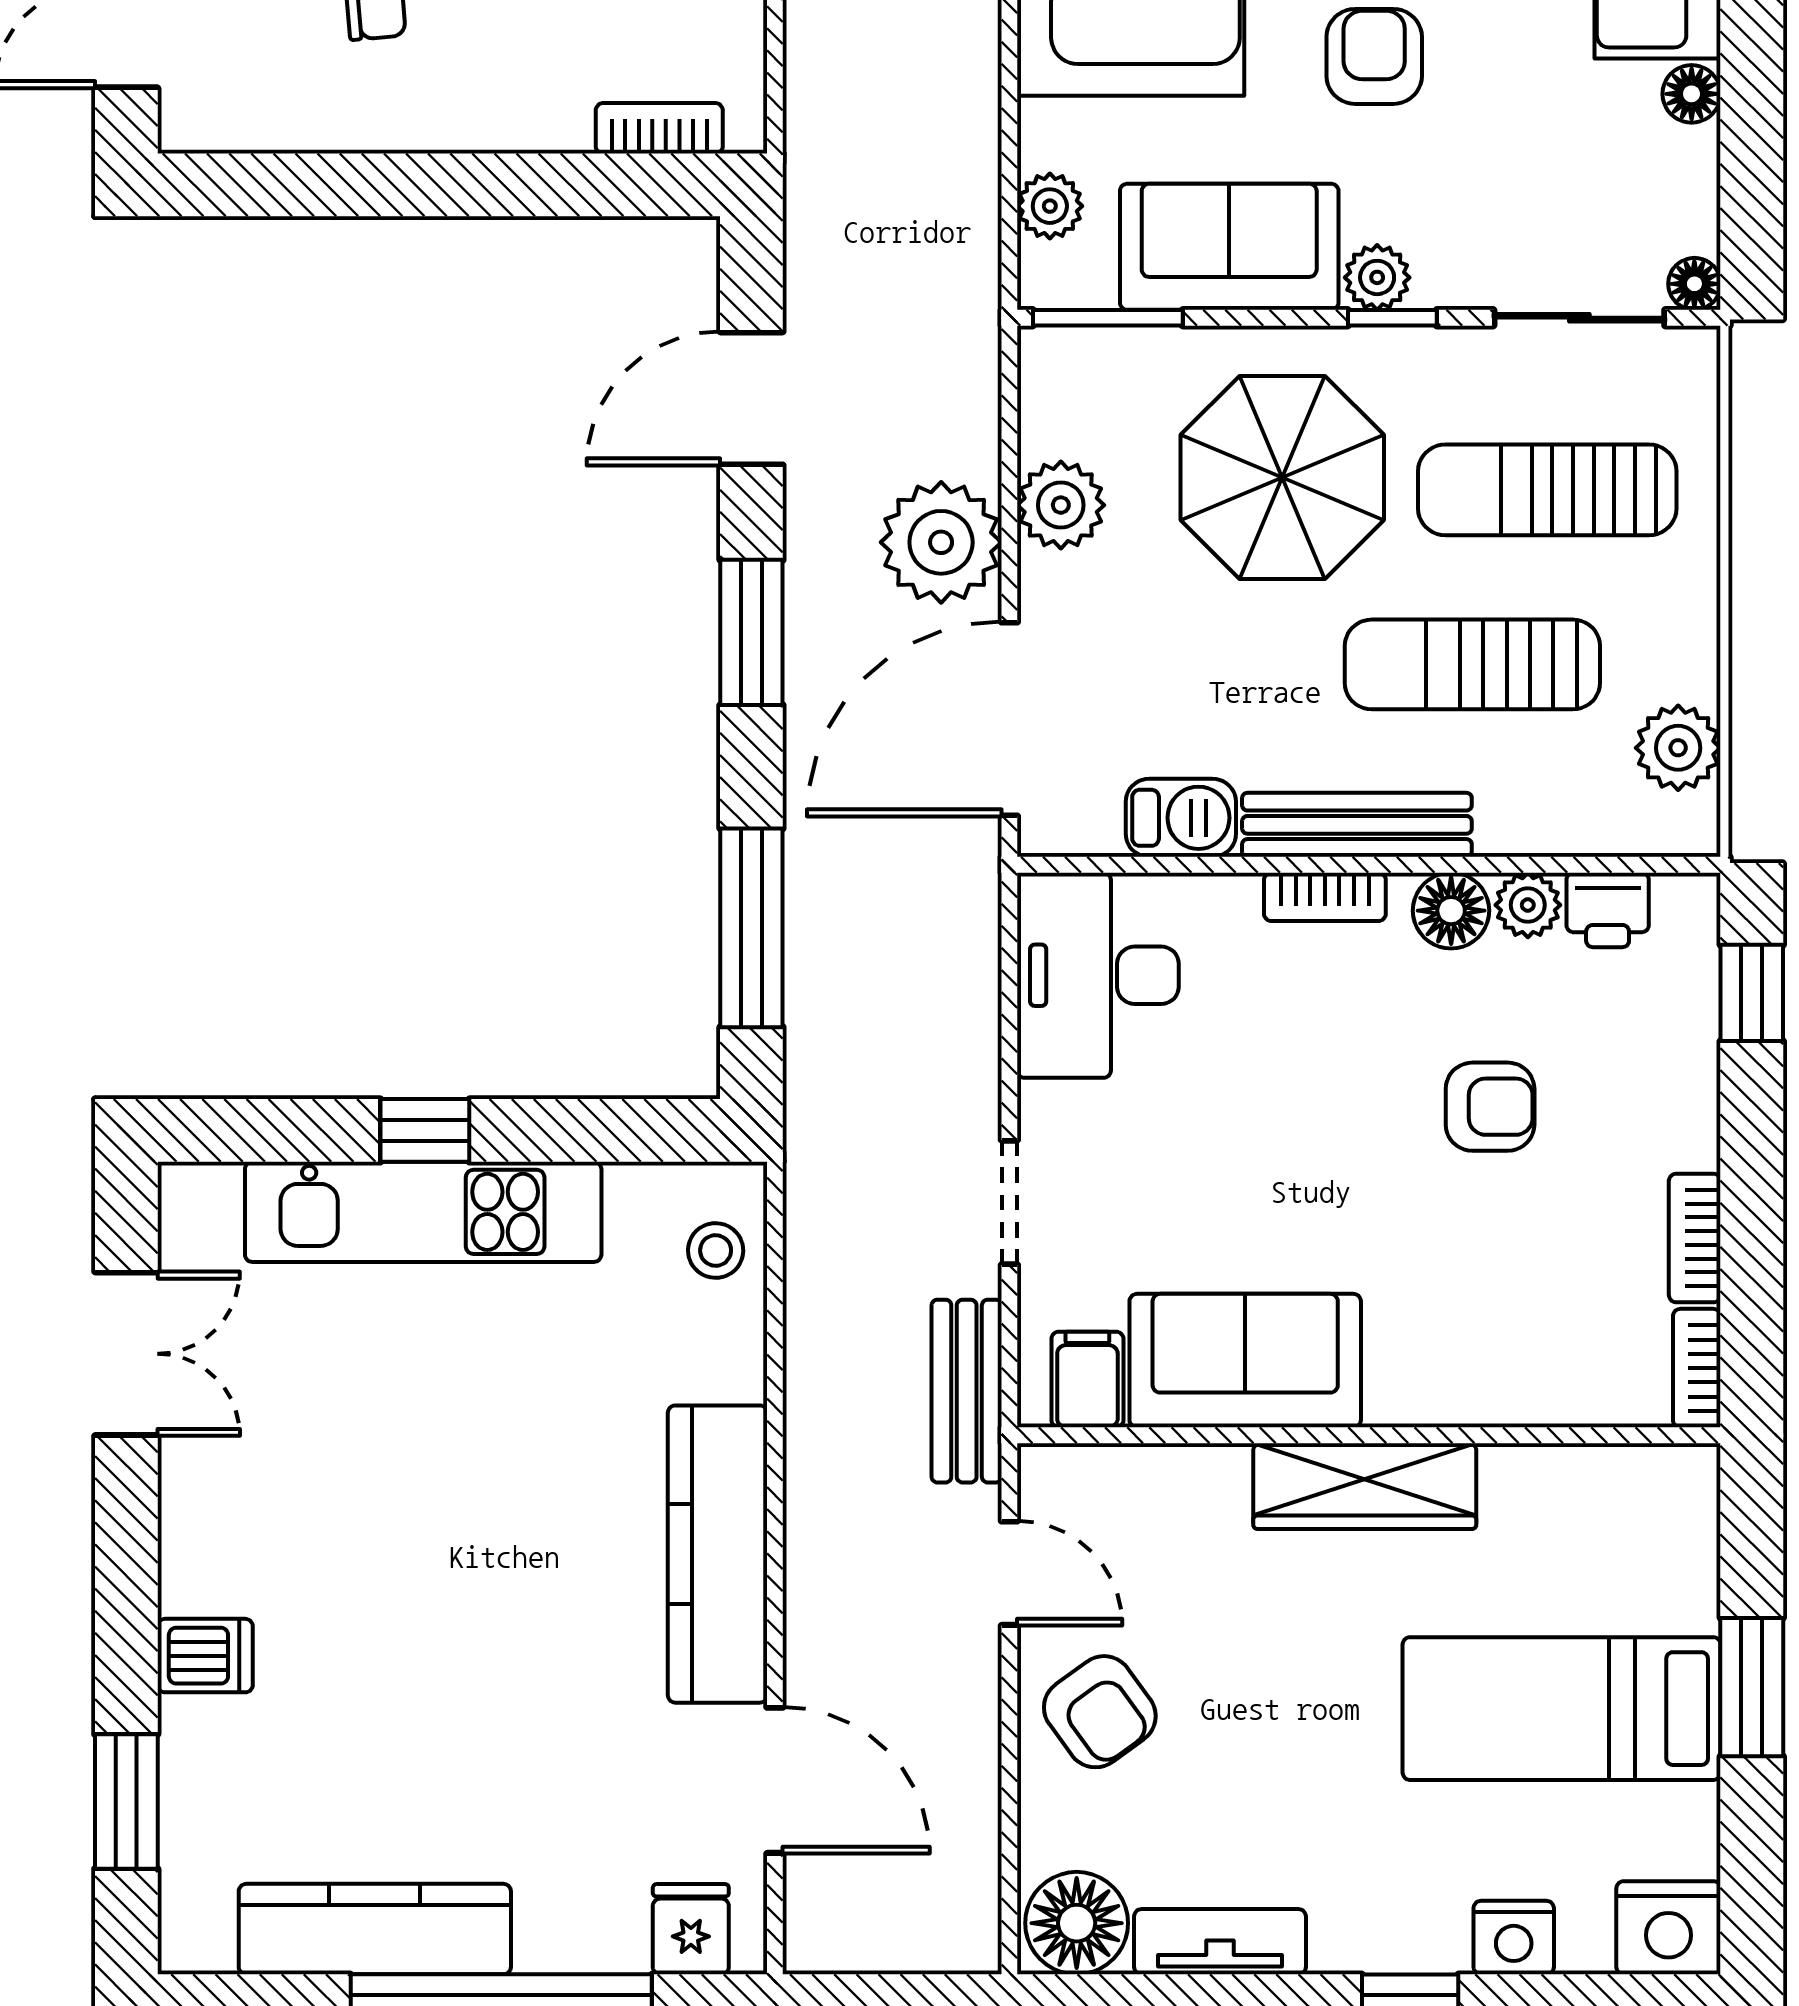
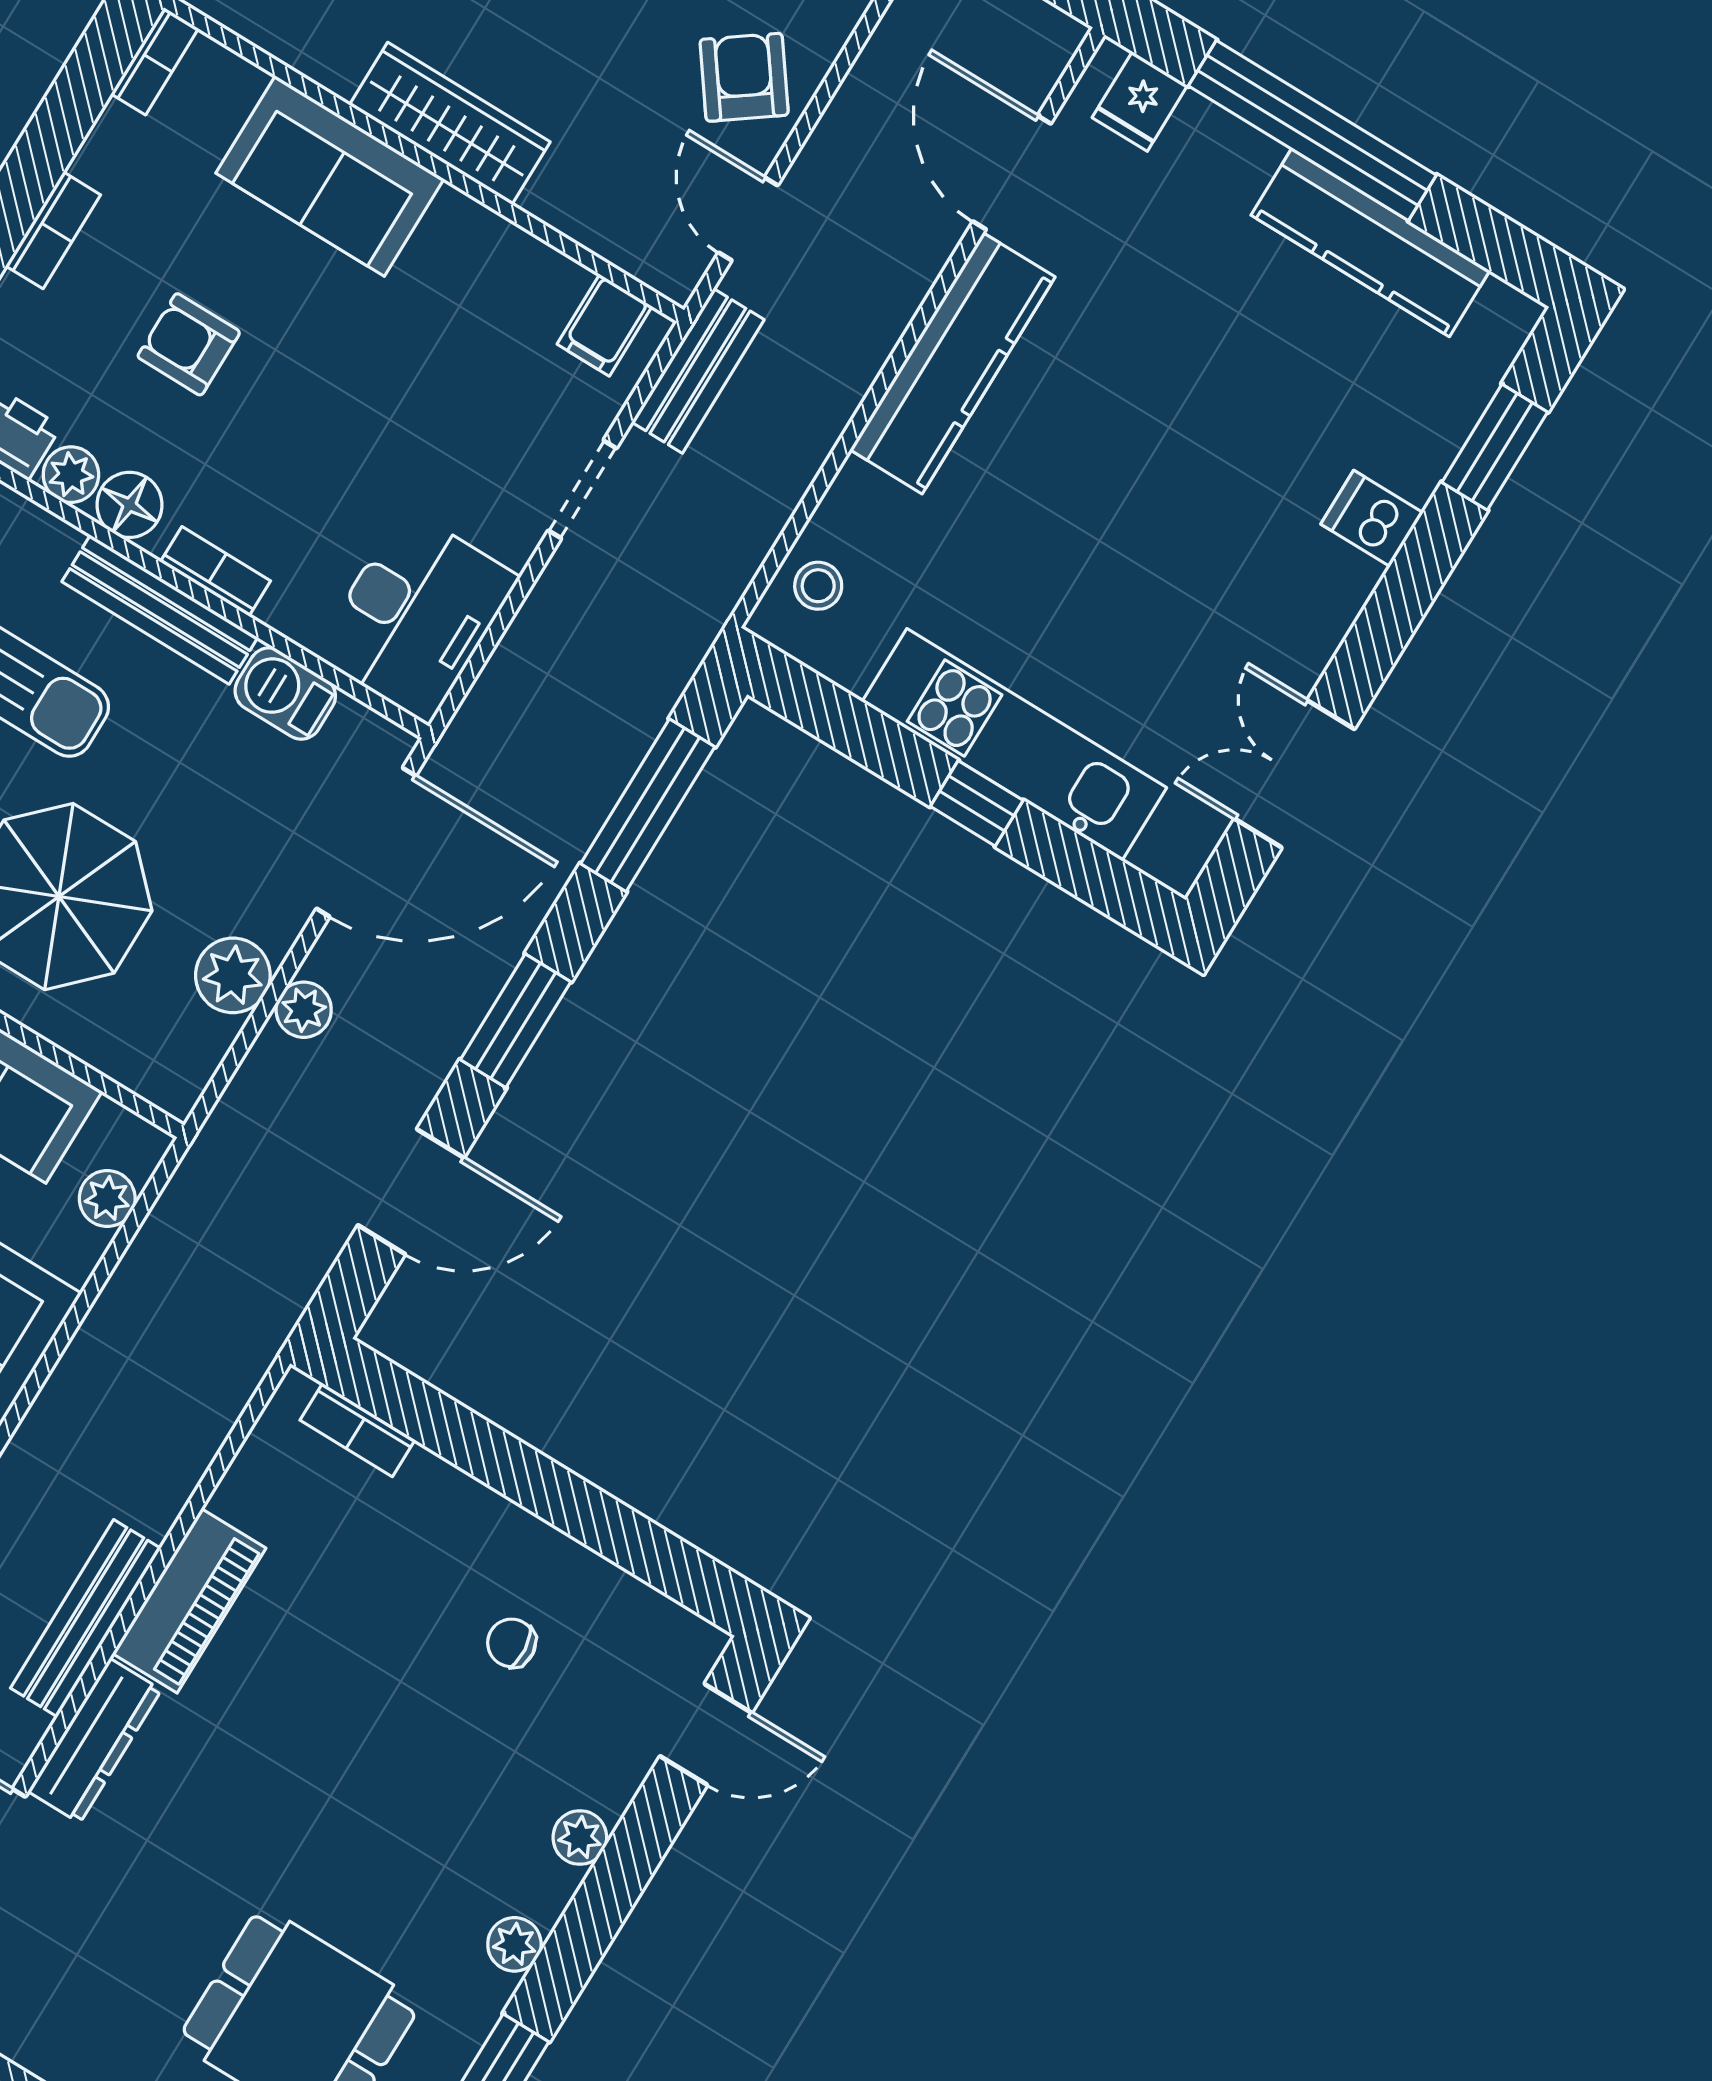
window: (1108, 318) -> (115, 1091), removed
plant: (941, 542) -> (304, 1010), width x0.53, depth x0.53
bookcase: (1695, 1238) -> (53, 230), moved
sofa: (1245, 1361) -> (330, 176), moved

